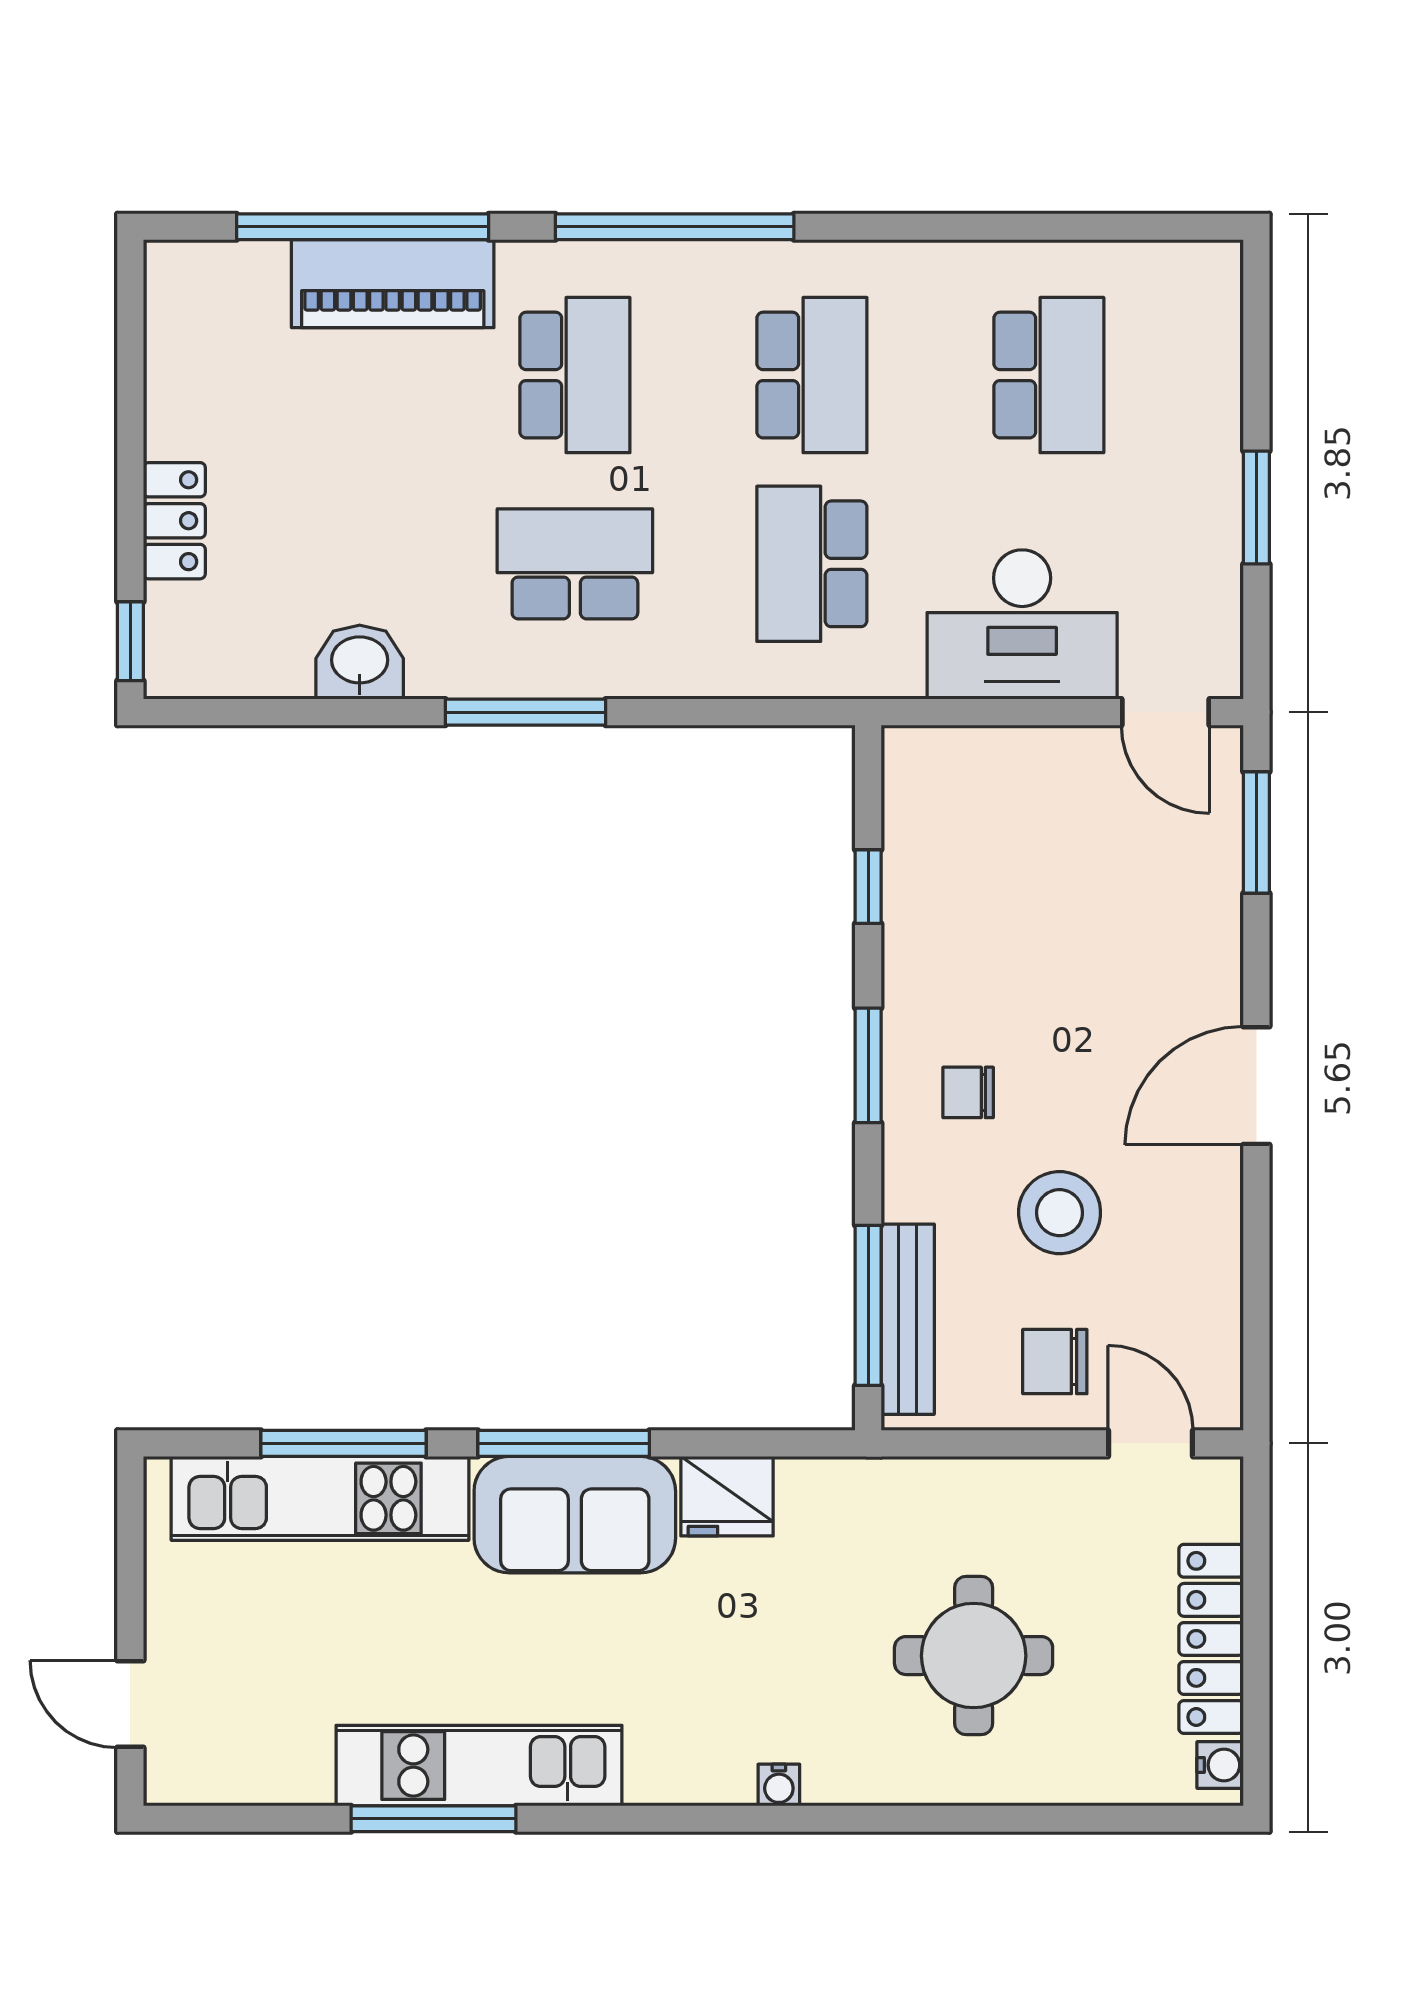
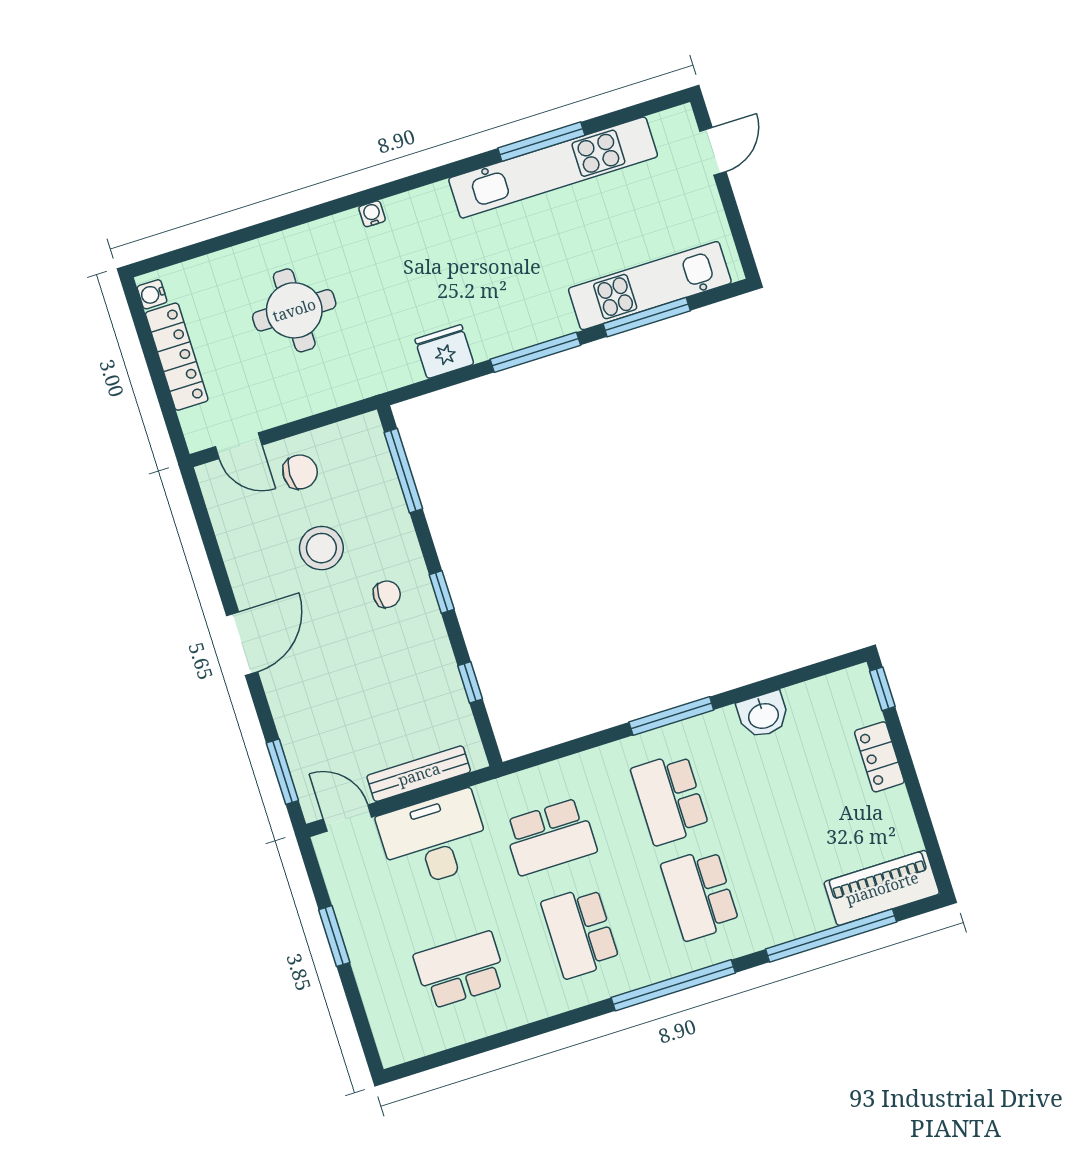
piano: (393, 284) -> (882, 888), moved
school desk: (1049, 375) -> (460, 970), turned 90
school desk: (575, 564) -> (670, 799), turned 90
school desk: (812, 564) -> (550, 837), turned 90
window: (868, 1065) -> (442, 592), width x0.67
bench: (908, 1319) -> (419, 774), moved, turned 90
sofa: (575, 1515) -> (518, 318), removed
door: (130, 1704) -> (713, 151), hinge flipped
kitchen unit: (479, 1766) -> (553, 168), width x1.36

